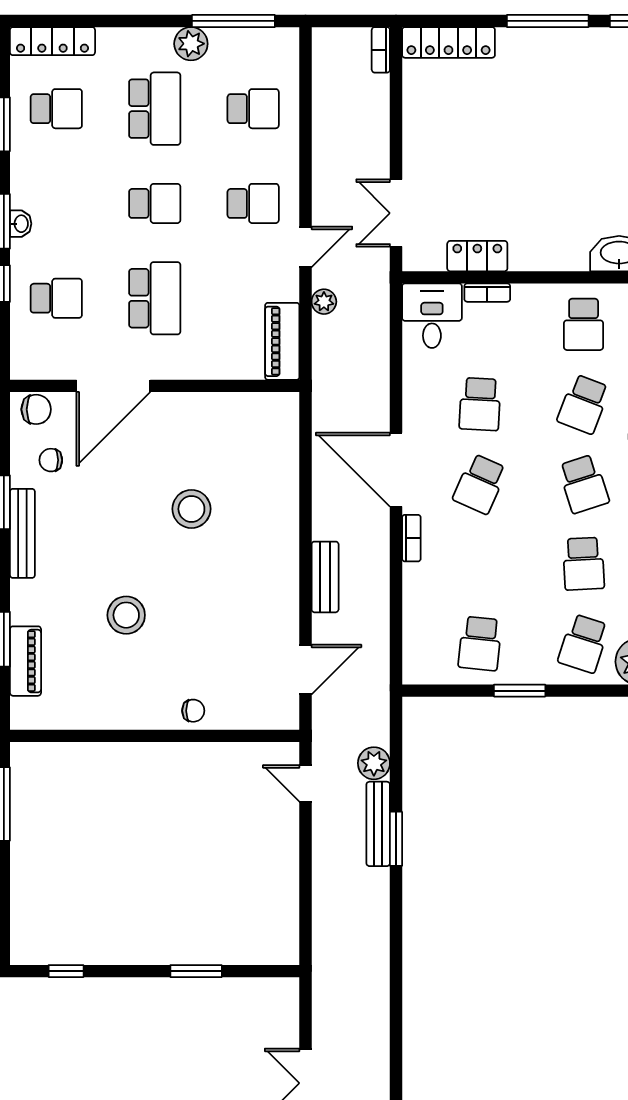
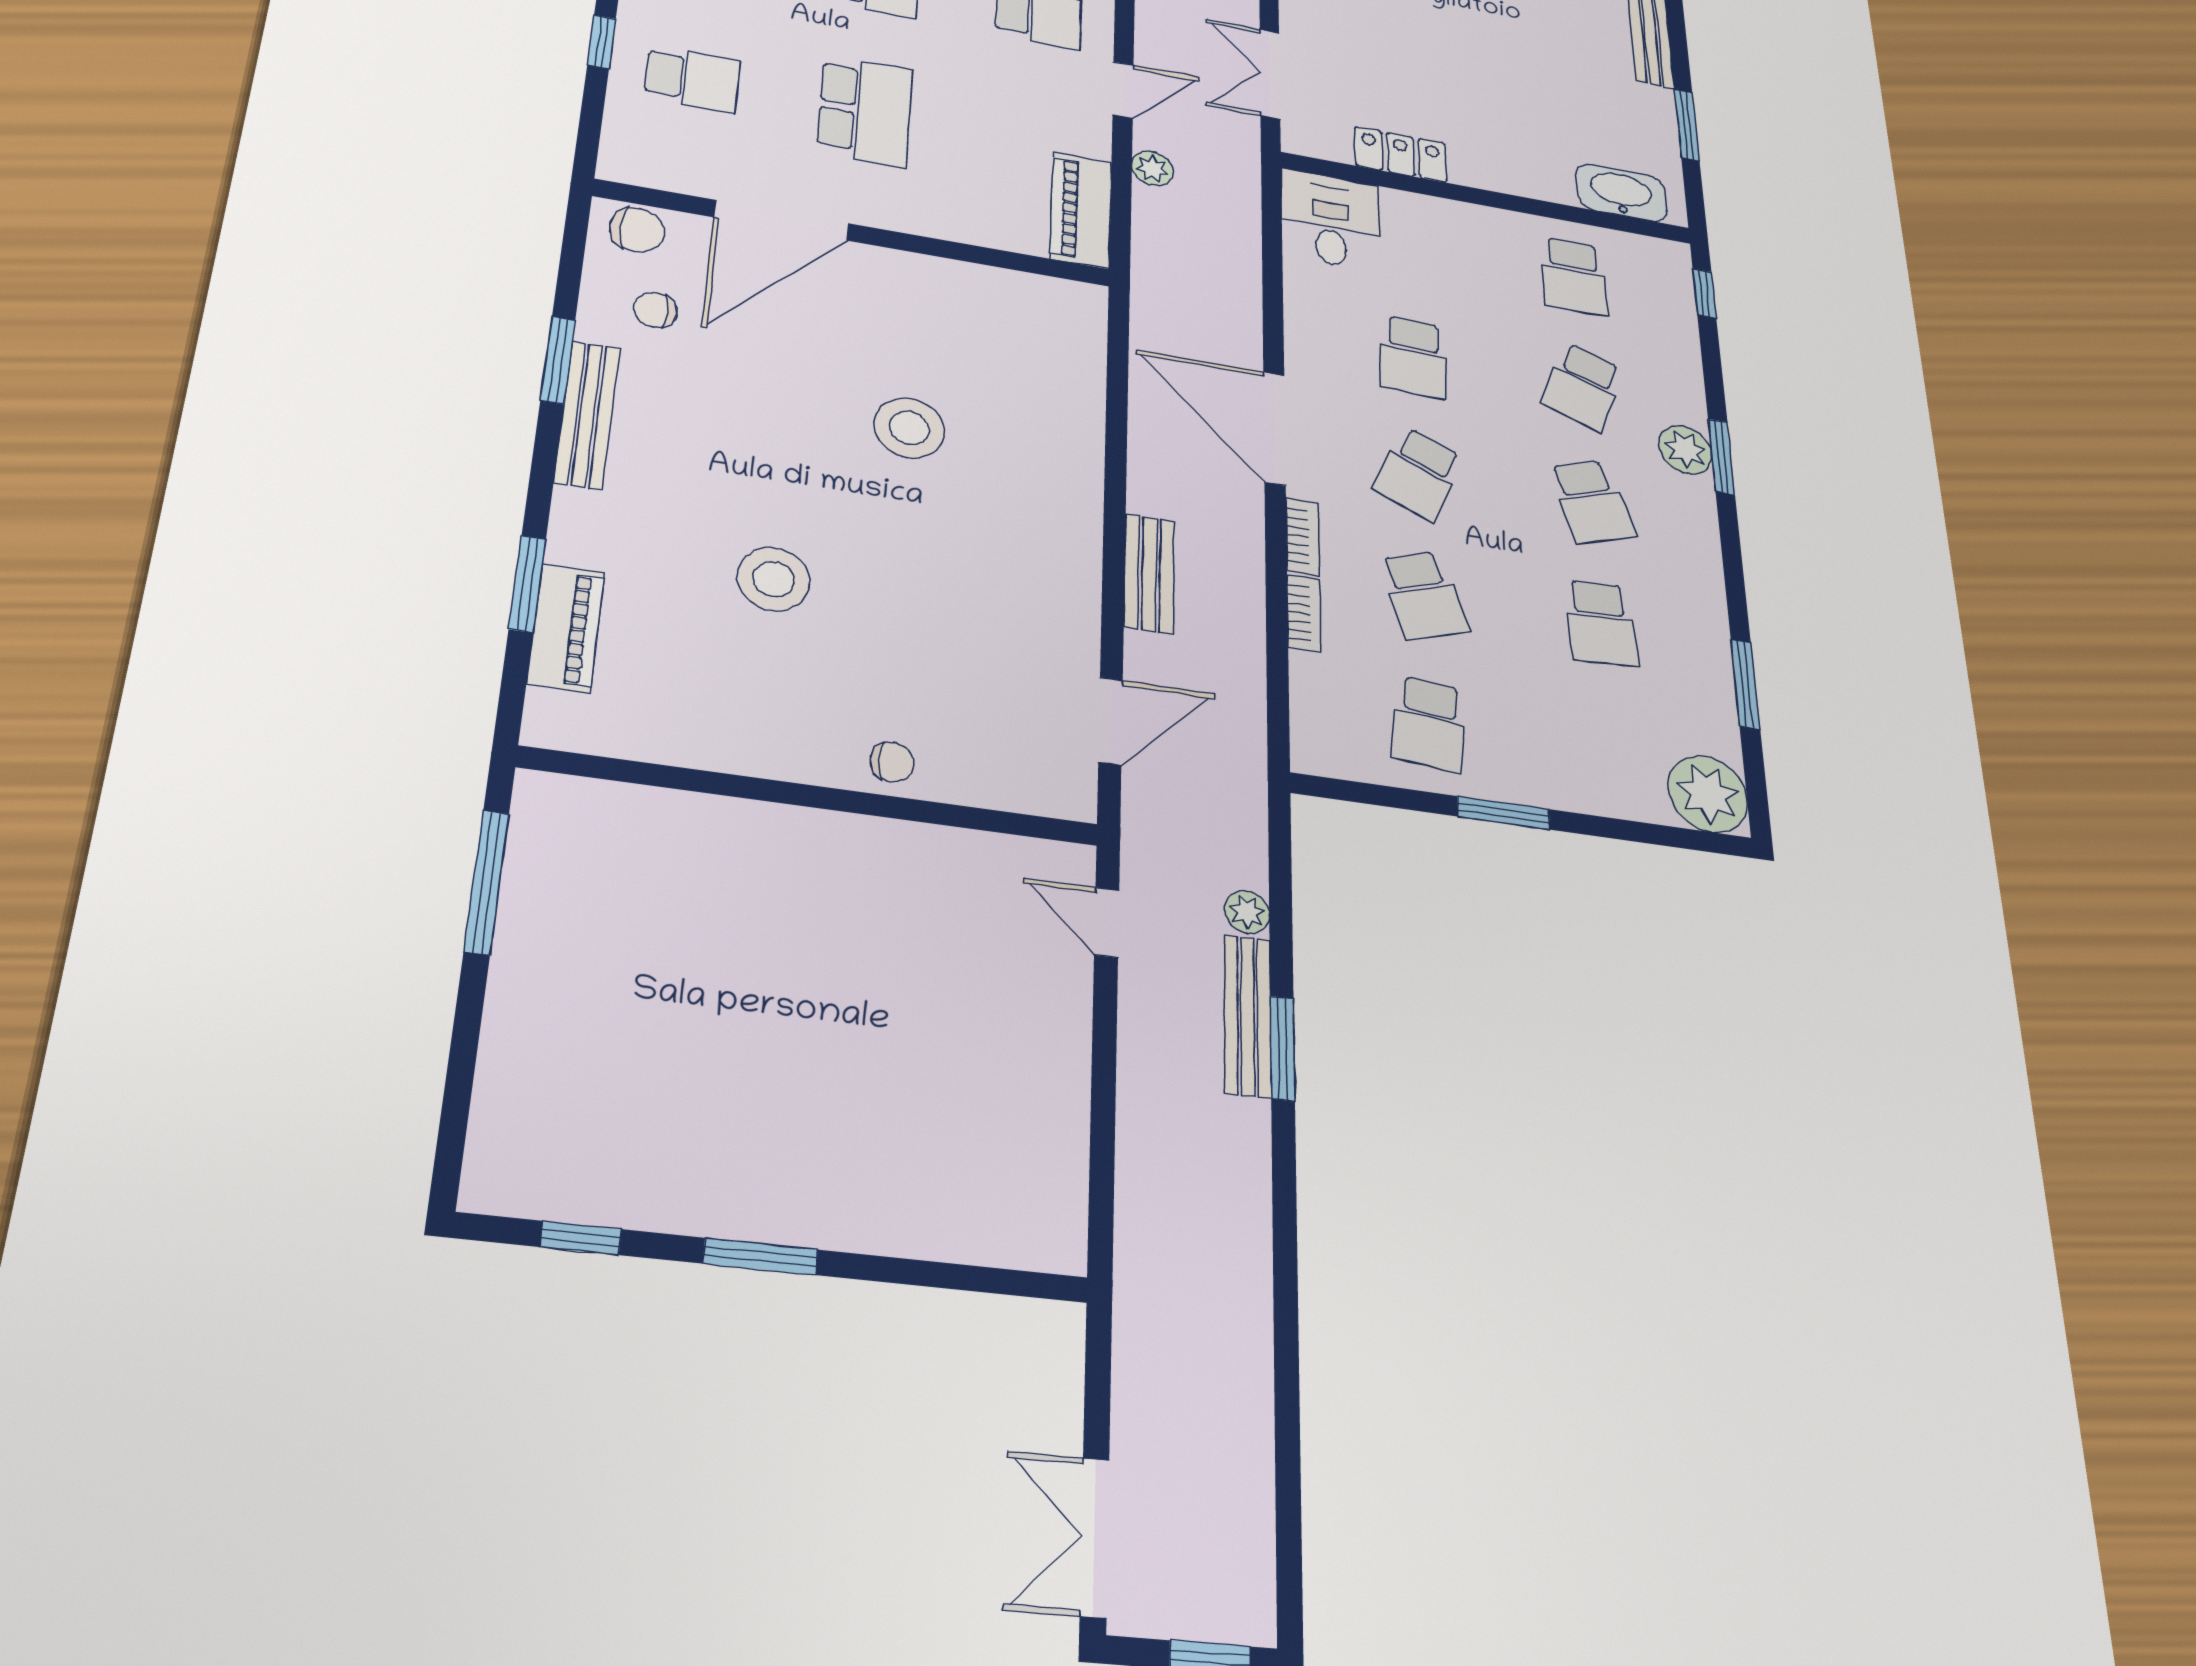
bookcase: (487, 293) -> (1304, 613), moved, turned -90
school desk: (584, 644) -> (1424, 596), moved, turned -36
plant: (374, 763) -> (1247, 912), width x0.73, depth x0.73
window: (196, 971) -> (761, 1257), moved

